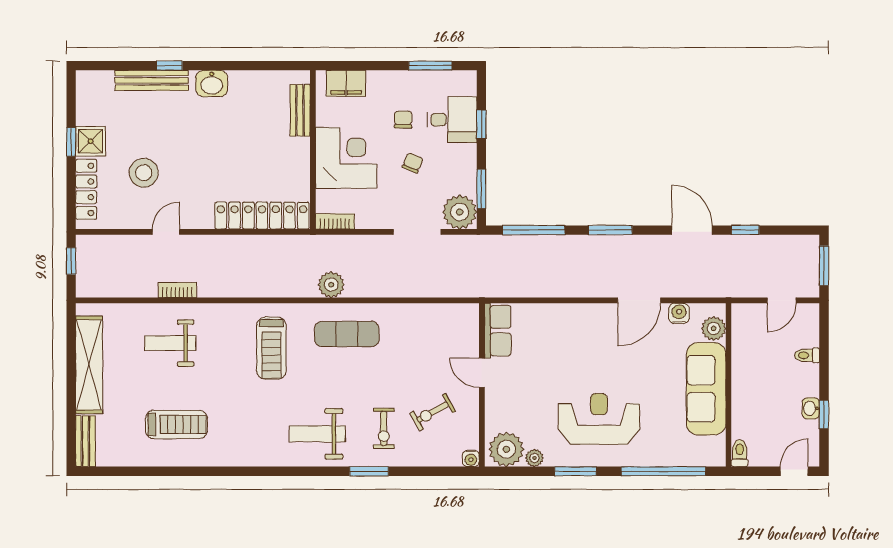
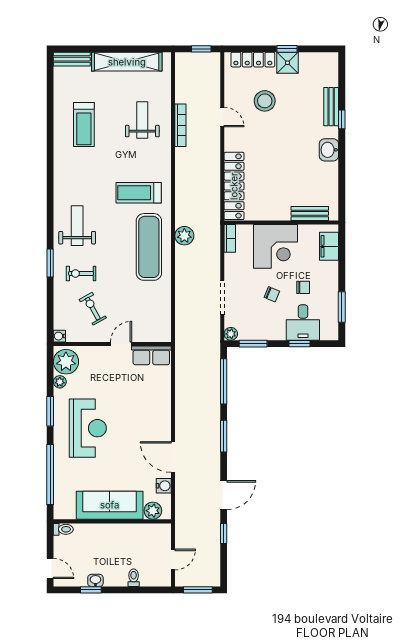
bench: (152, 80) -> (331, 107), width x0.73
plant: (460, 212) -> (231, 334), width x0.53, depth x0.53
bookcase: (177, 290) -> (180, 125), width x1.56
door: (782, 300) -> (173, 559), swing flipped
exercise mat: (347, 334) -> (149, 247), width x1.36, depth x1.45

